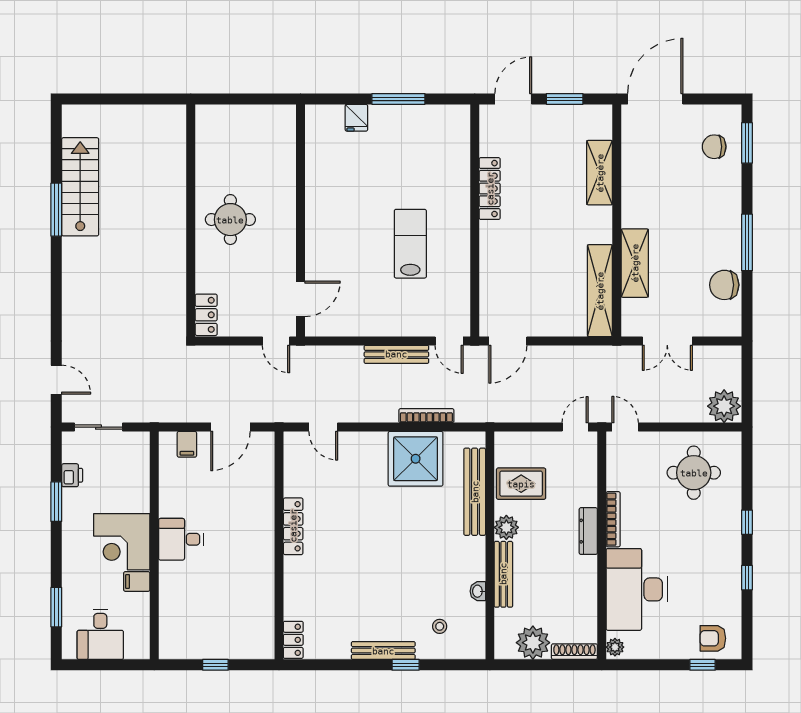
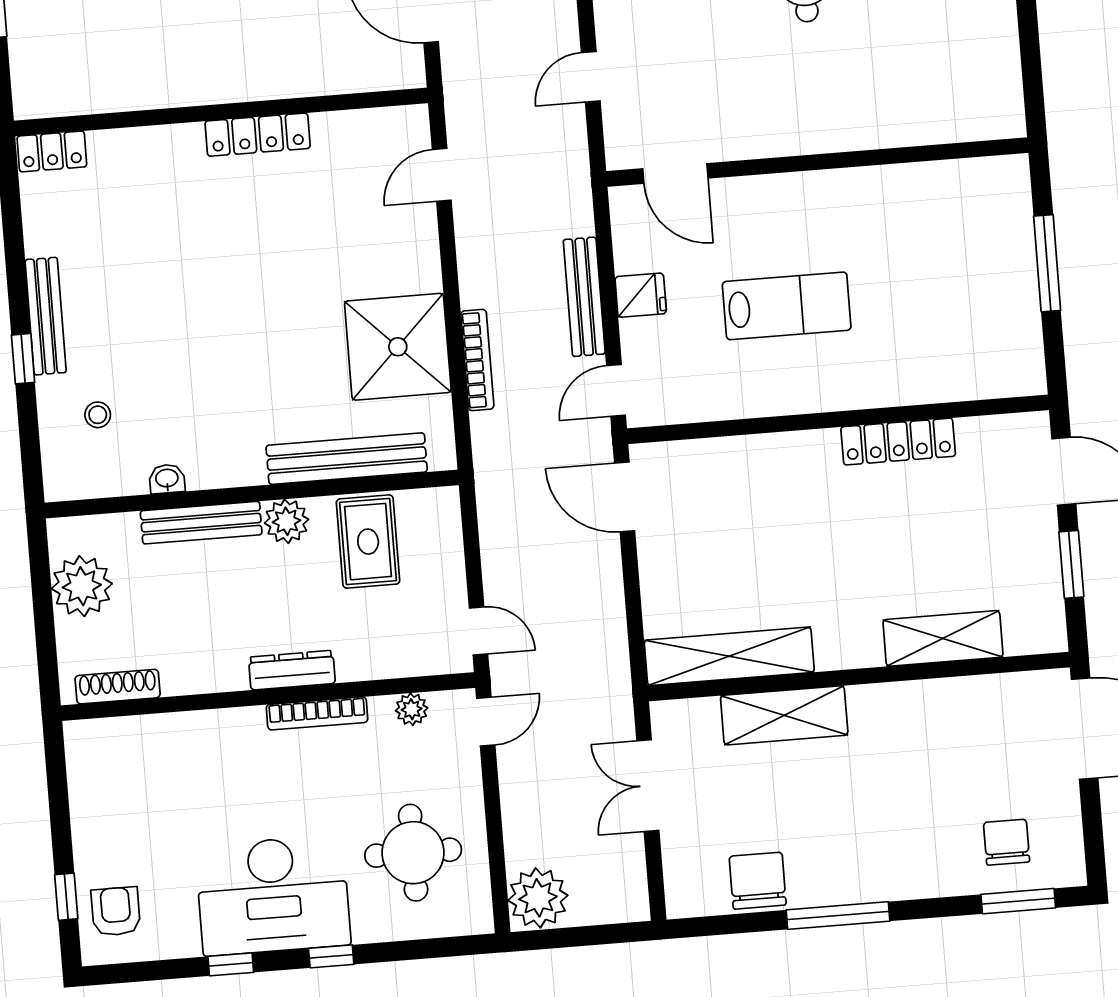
fridge: (356, 118) -> (641, 295), moved, turned 180
wall: (301, 220) -> (817, 162), moved
door: (301, 299) -> (675, 173), moved
desk: (637, 589) -> (273, 895), moved, turned 180
plant: (615, 647) -> (412, 709), moved
shoe rack: (574, 652) -> (118, 687), moved, turned -90

